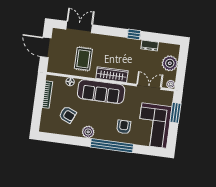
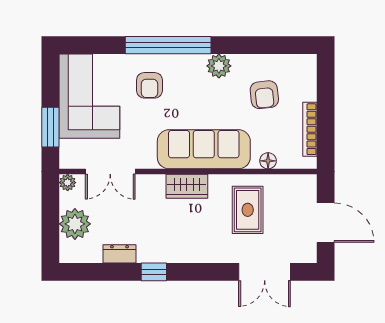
wardrobe: (112, 75) -> (187, 186), width x0.67
armchair: (68, 115) -> (264, 95), turned -120

